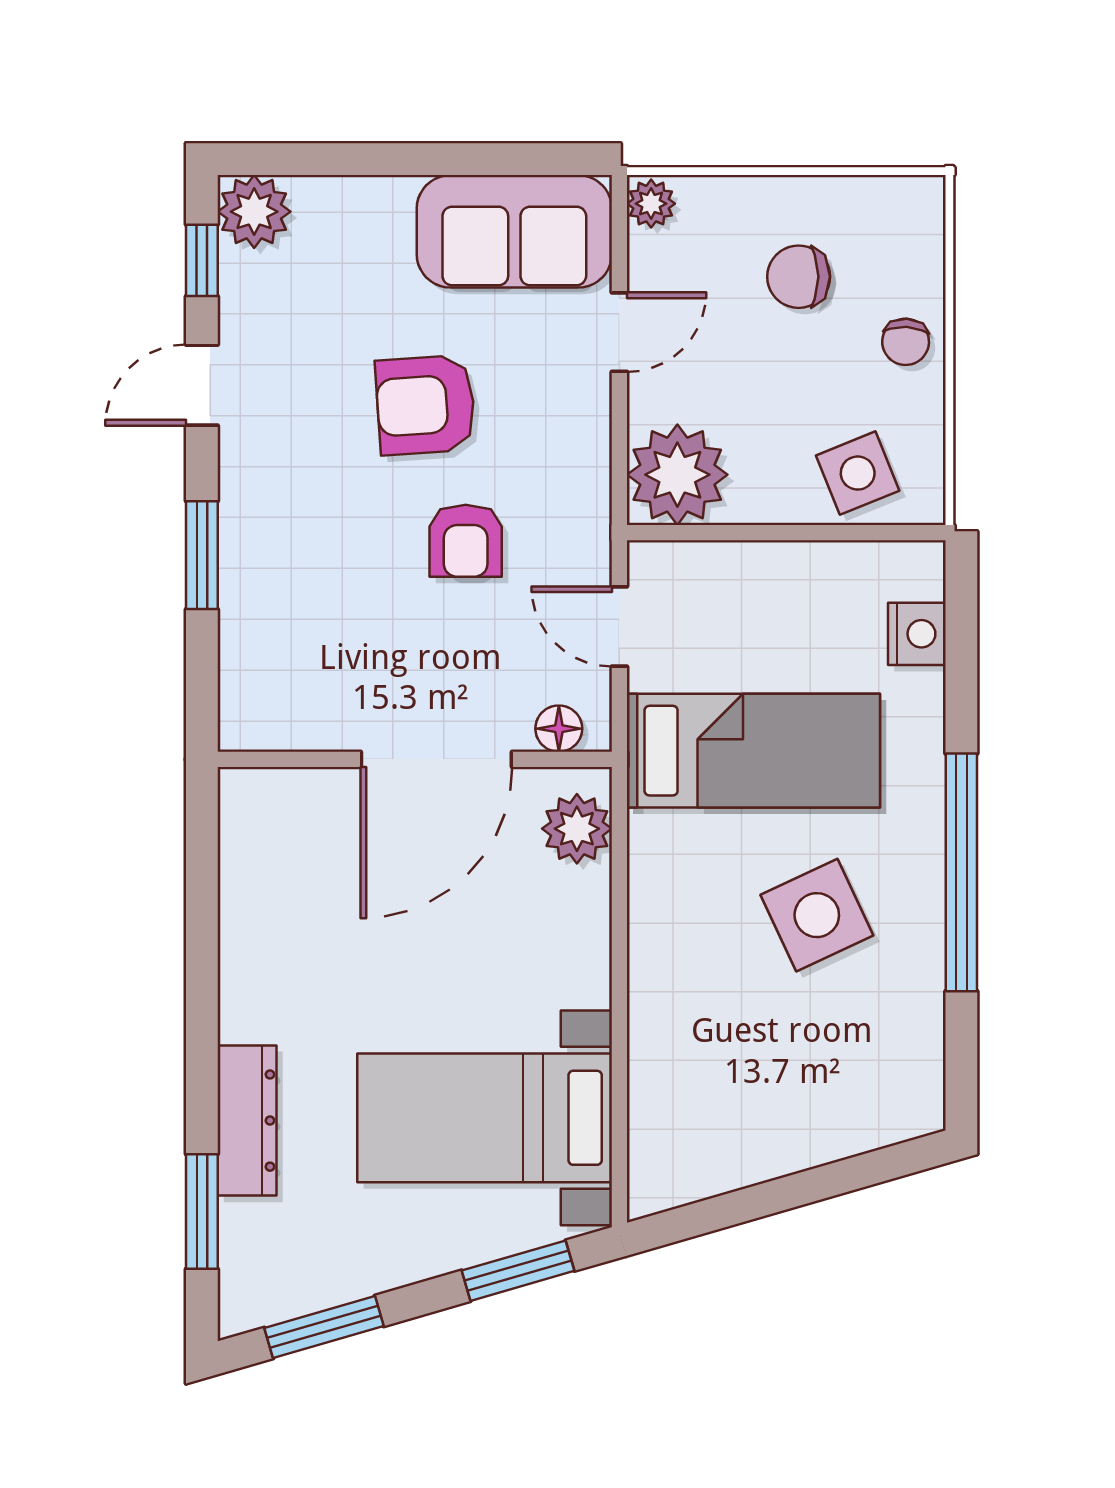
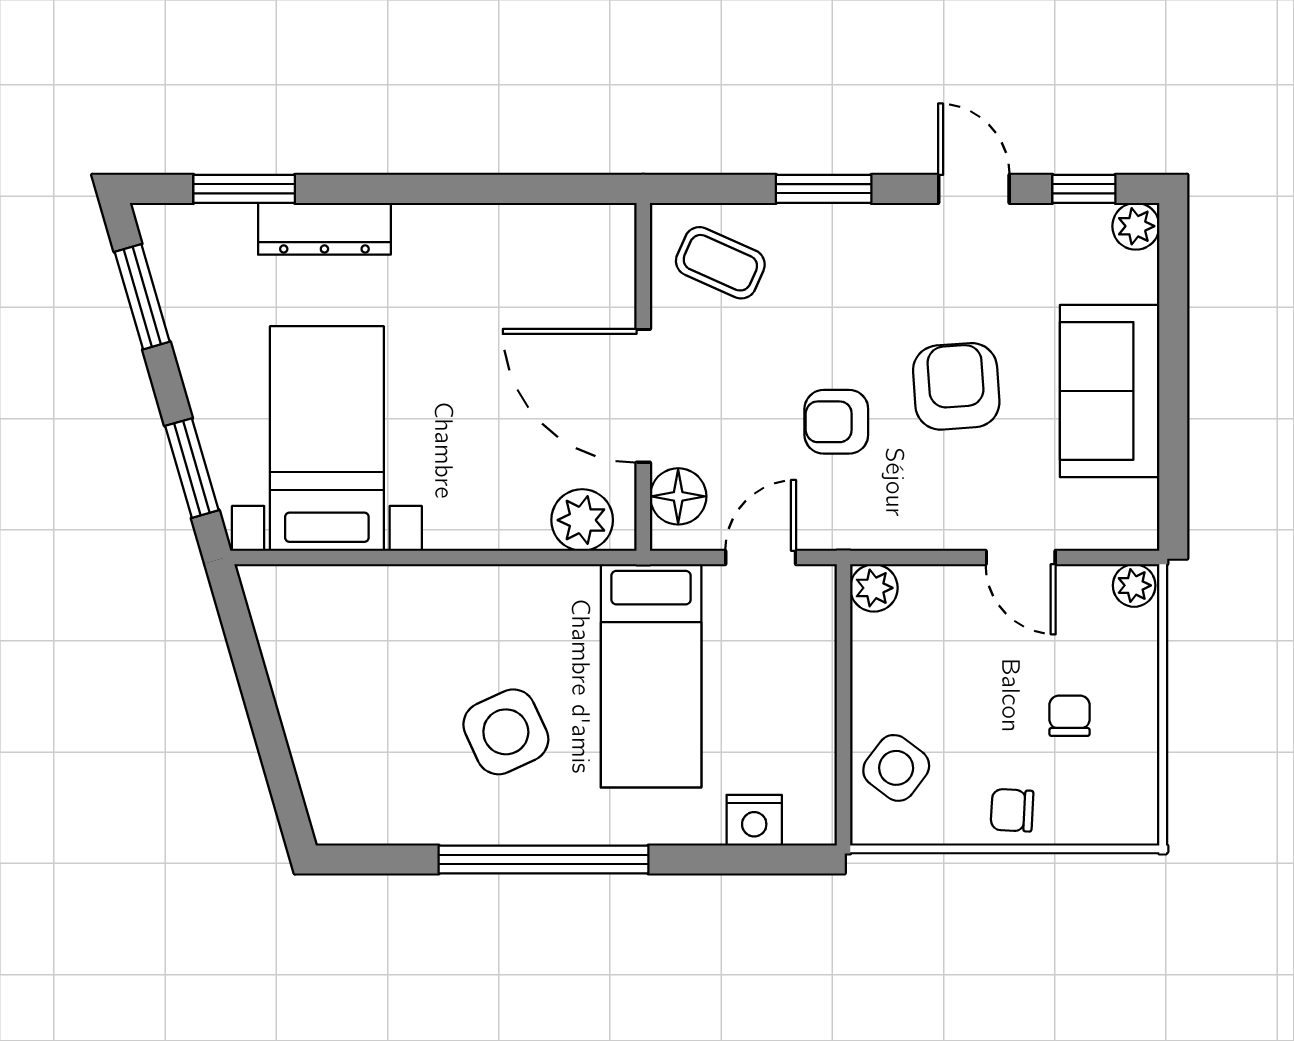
plant: (254, 212) -> (1136, 226), width x0.73, depth x0.73
sofa: (514, 231) -> (1110, 391), moved
chair: (799, 277) -> (1069, 716), width x0.73, depth x0.73
side table: (858, 473) -> (896, 768), turned -31
plant: (677, 475) -> (874, 588), width x0.53, depth x0.53
coffee table: (285, 672) -> (720, 263), added
floor lamp: (559, 729) -> (678, 496), width x1.37, depth x1.37

